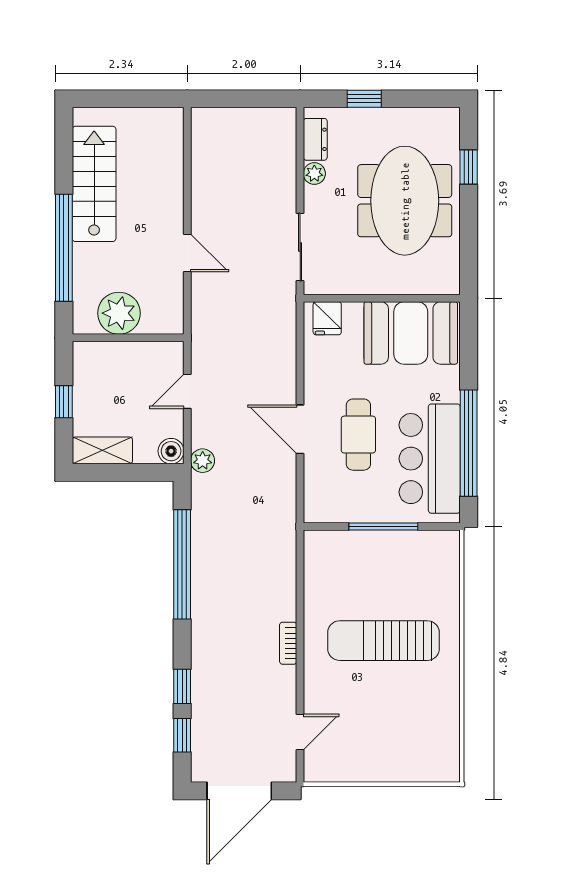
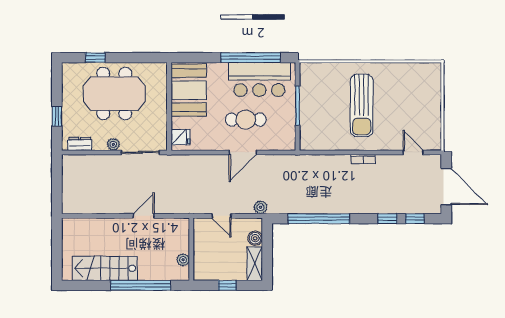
plant: (314, 174) -> (113, 144), moved
plant: (119, 313) -> (183, 260), width x0.53, depth x0.53
boiler: (171, 451) -> (255, 238), moved

